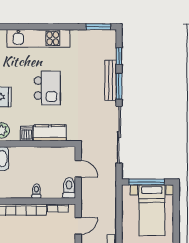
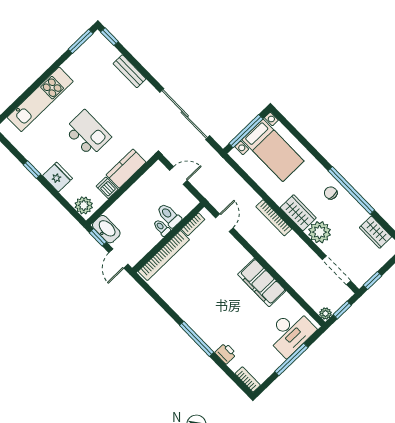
window: (119, 56) -> (109, 37), moved
bench: (111, 80) -> (130, 71), width x0.73
window: (119, 86) -> (146, 74), removed
toilet: (69, 188) -> (169, 215), moved

